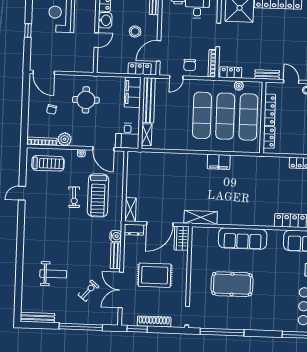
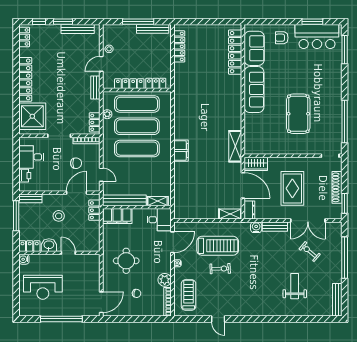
window: (28, 30) -> (61, 319), width x3.17
door: (159, 51) -> (77, 193), swing flipped
chair: (190, 65) -> (76, 163), moved
filing cabinet: (219, 162) -> (181, 151), moved
sofa: (243, 239) -> (254, 90), moved

